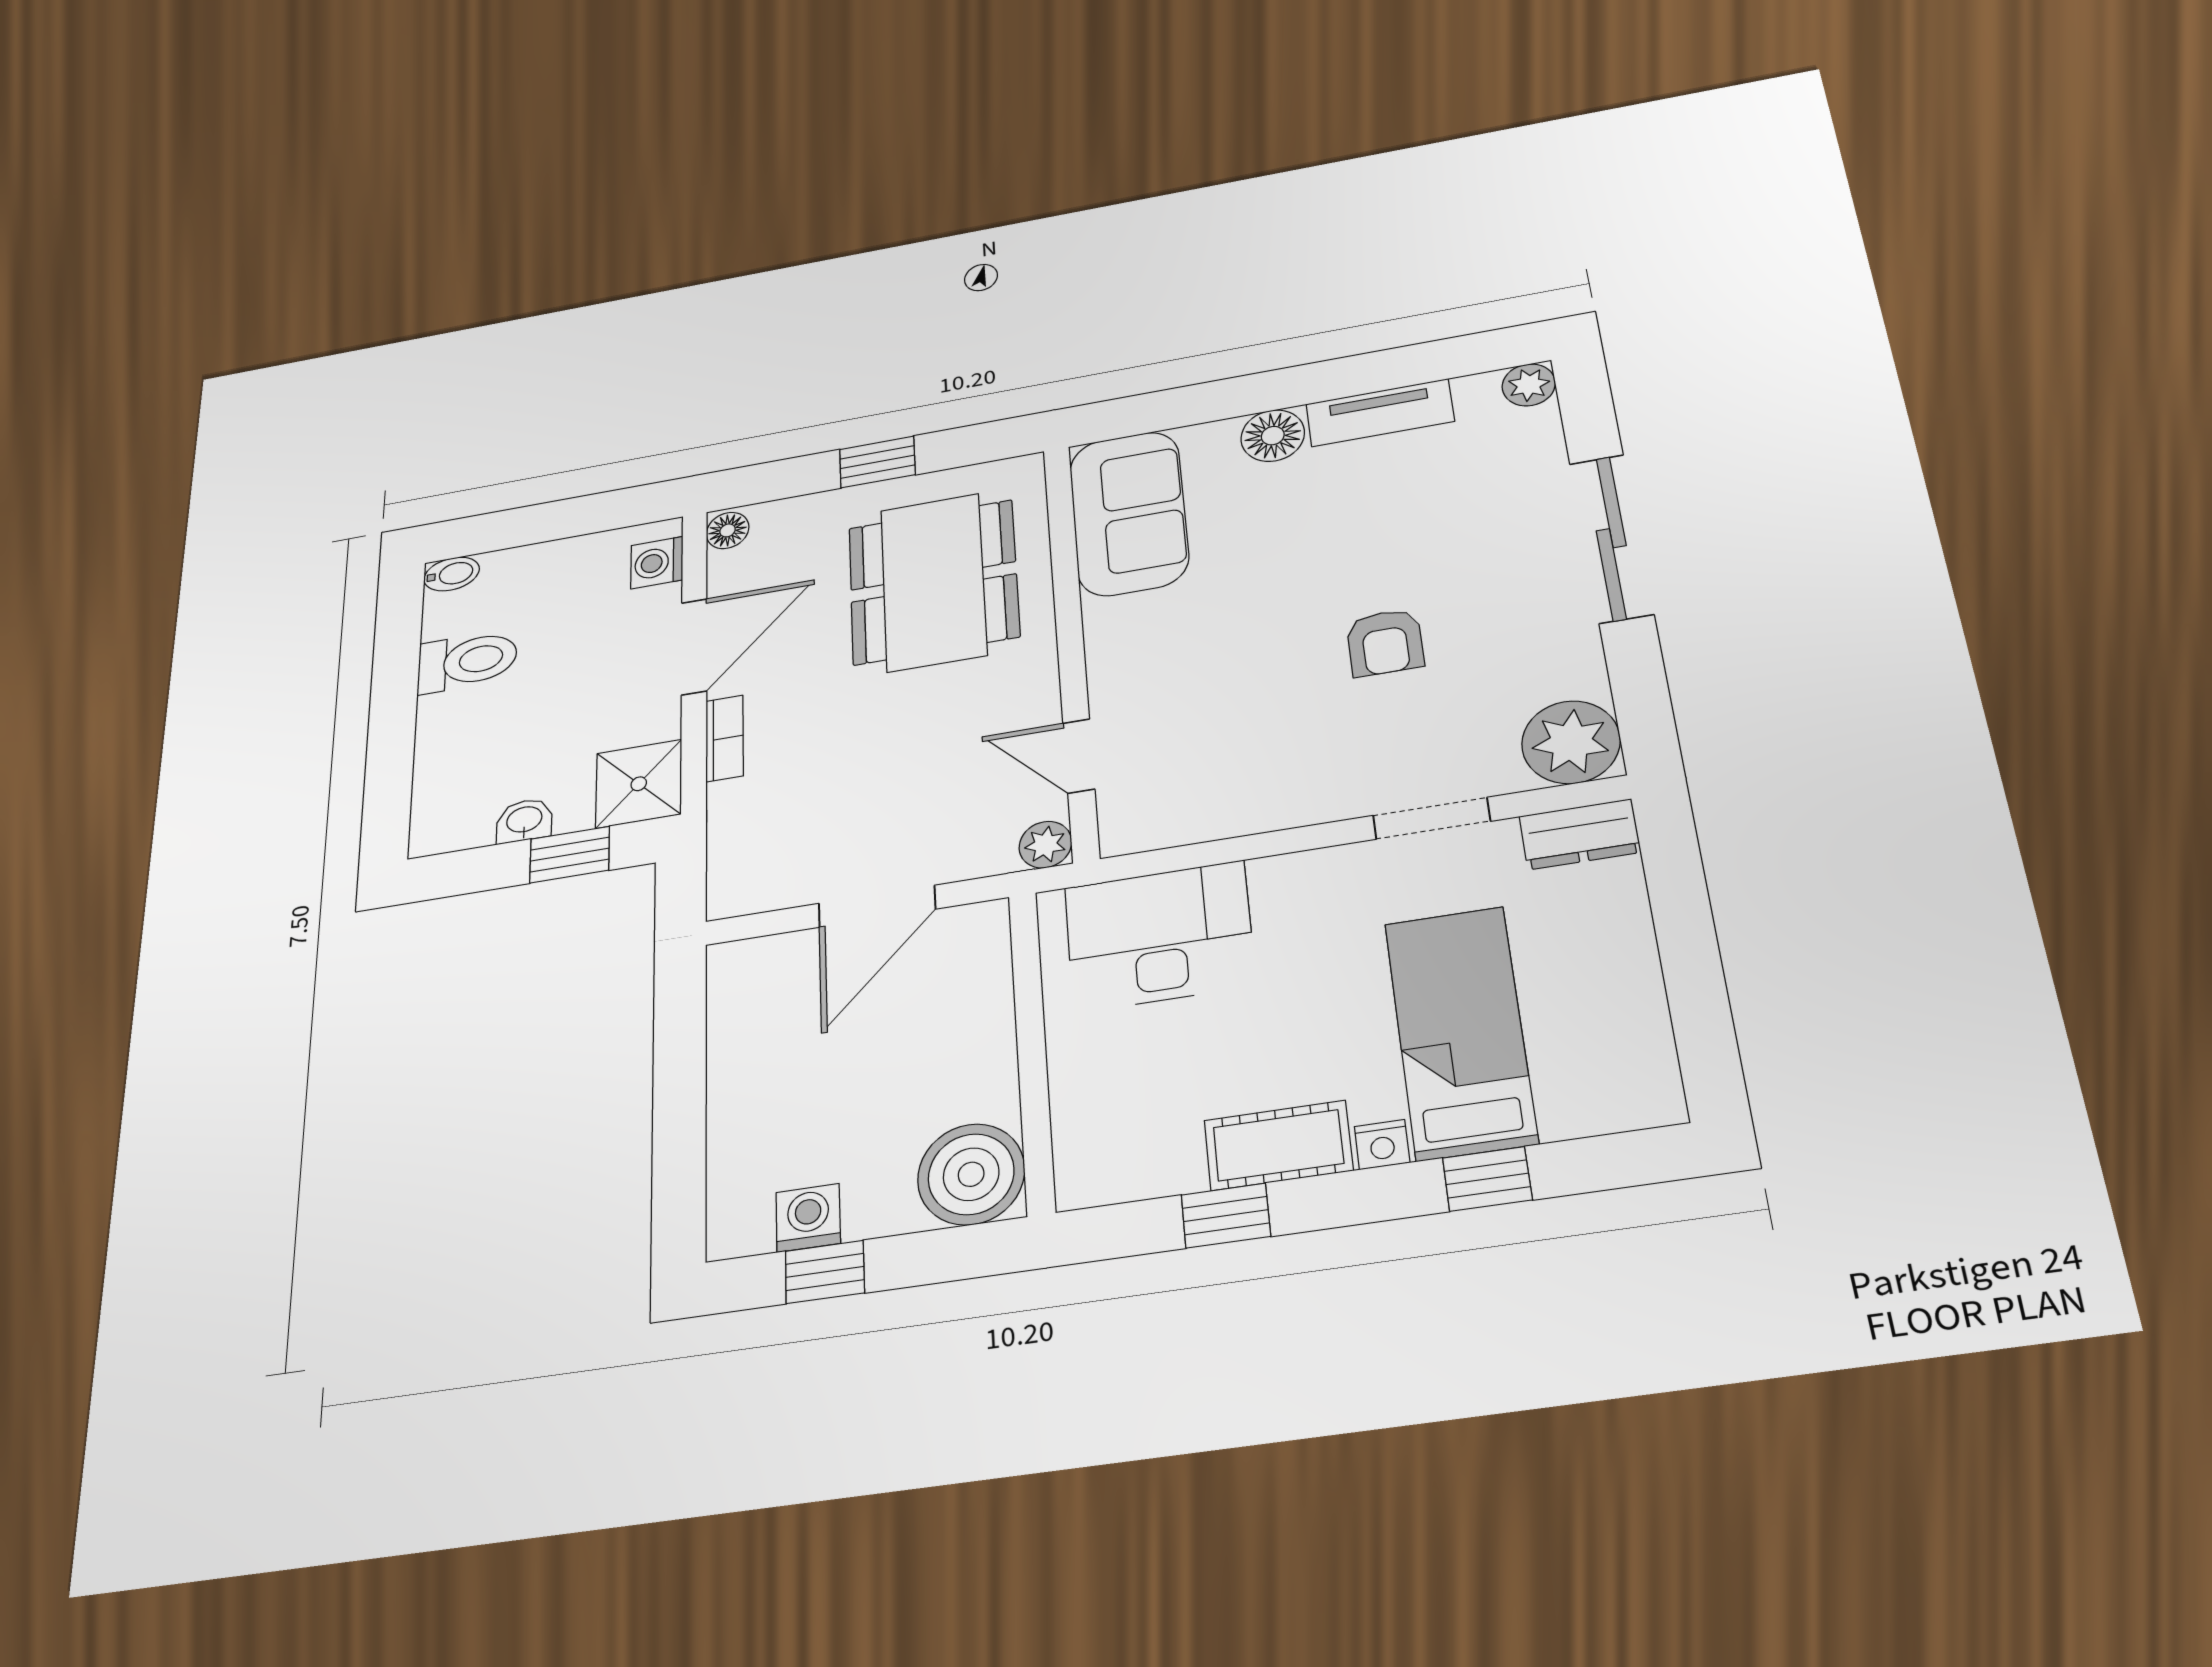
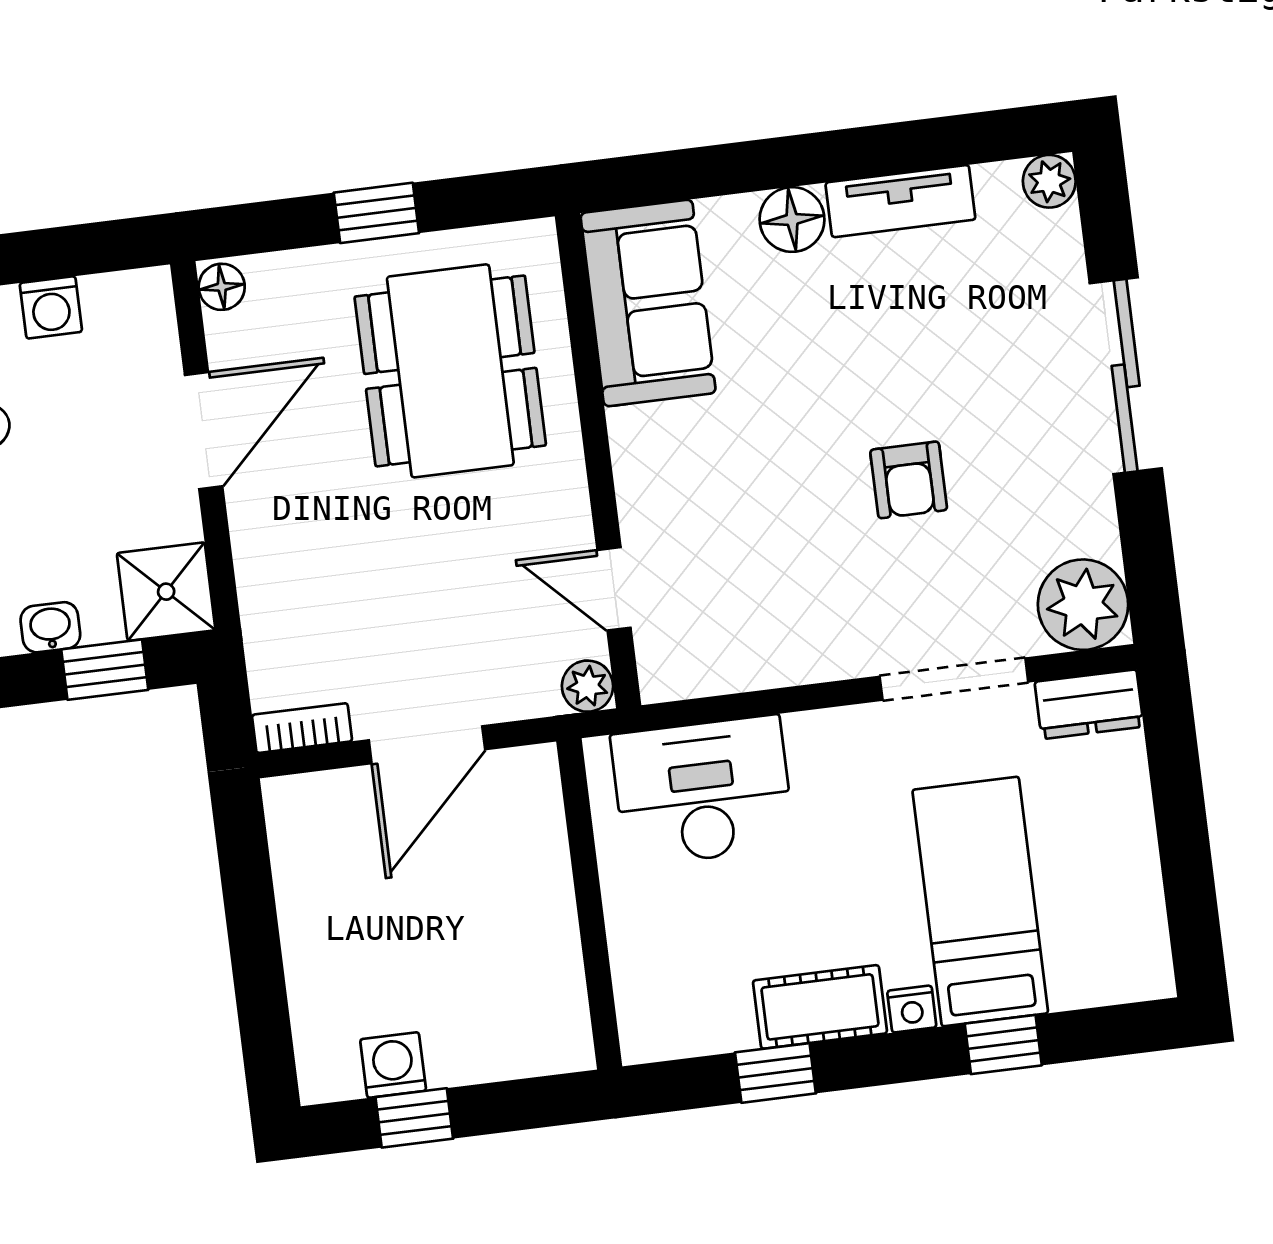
washing machine: (657, 563) -> (51, 307), moved, turned -90
bookcase: (725, 738) -> (302, 728), moved, turned -90
doorway: (1432, 818) -> (954, 679), width x1.38
boiler: (971, 1174) -> (542, 1026), removed

